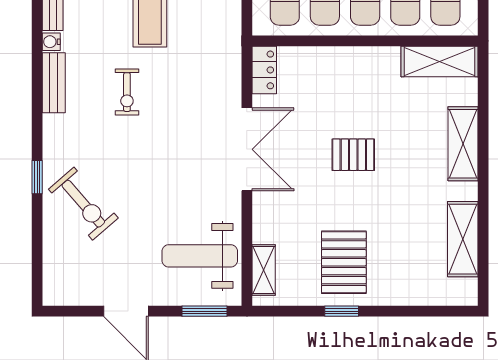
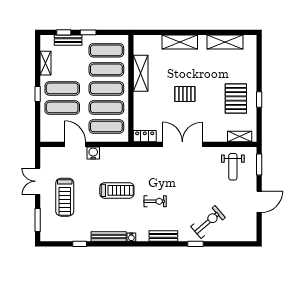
shelving: (439, 61) -> (141, 73), moved
bench: (54, 83) -> (163, 236), moved
pallet: (353, 155) -> (185, 94), turned 90
weight bench: (200, 256) -> (233, 167), width x0.73, depth x0.75
pallet: (344, 262) -> (236, 99), turned 90

